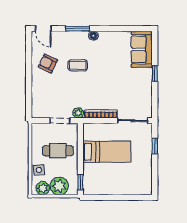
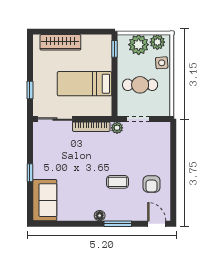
armchair: (48, 63) -> (151, 184), turned 64
wardrobe: (128, 188) -> (60, 42), added

